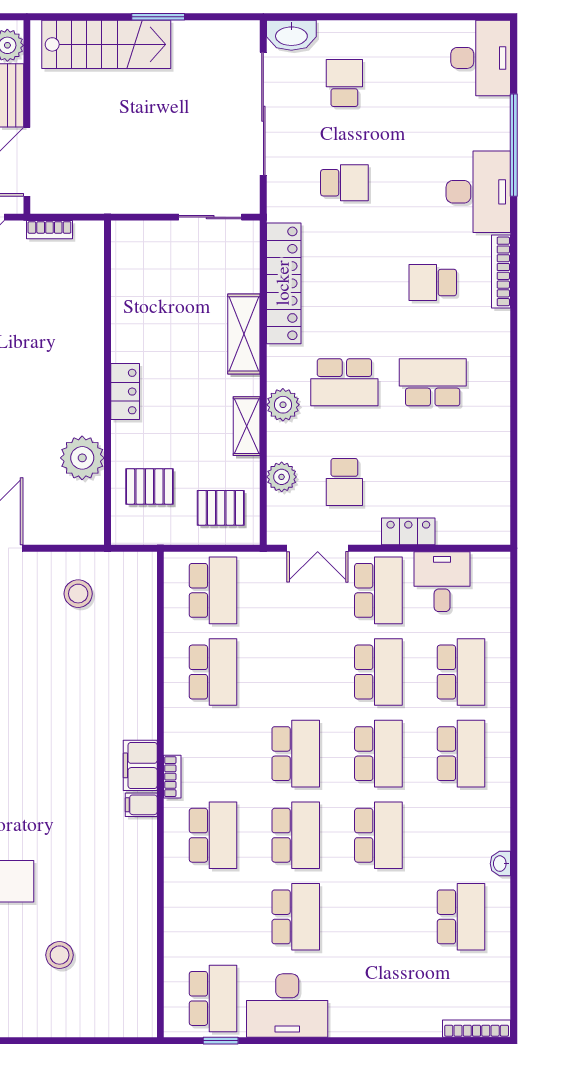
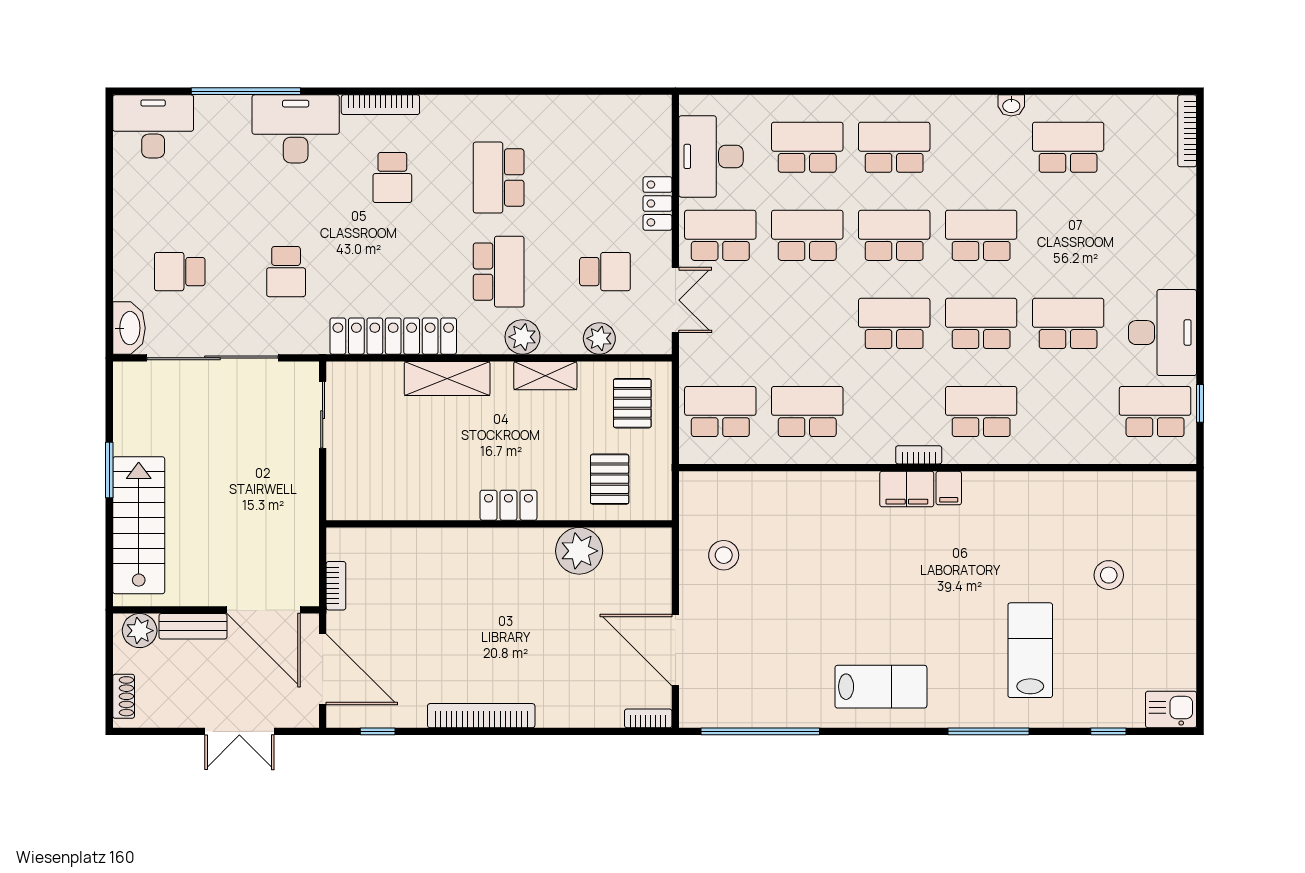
school desk: (344, 183) -> (286, 272), turned 180
desk: (442, 582) -> (711, 156), width x1.37

